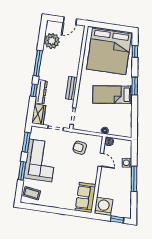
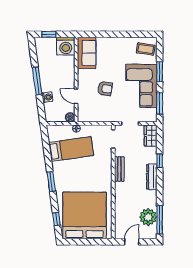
window: (38, 63) -> (160, 220), moved
dresser: (41, 92) -> (152, 177), moved
bed: (113, 95) -> (71, 149), moved
armchair: (80, 148) -> (105, 89), moved

